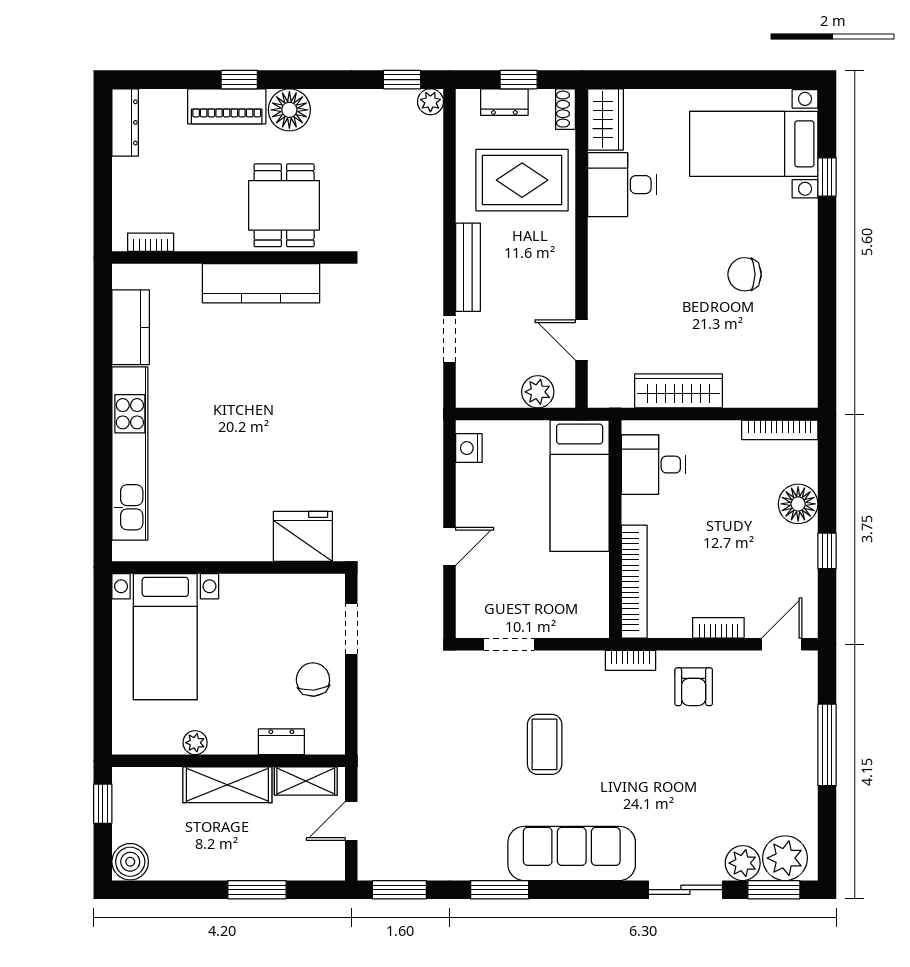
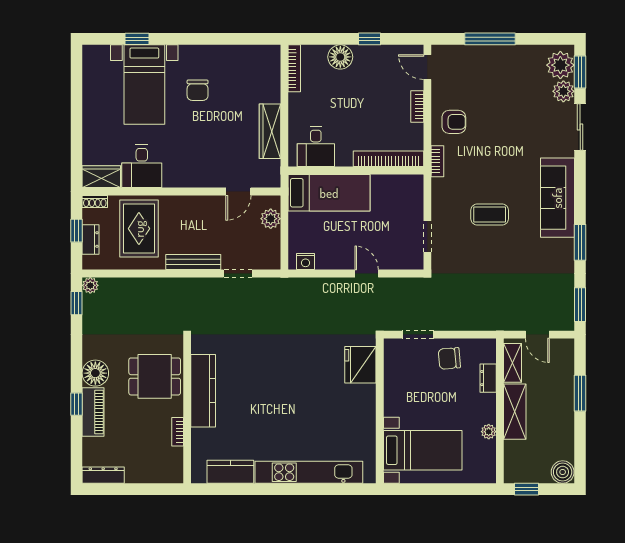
bed with nightstands: (754, 144) -> (144, 85), moved
bookcase: (151, 242) -> (178, 432), moved

